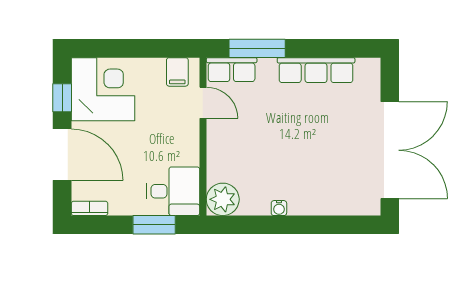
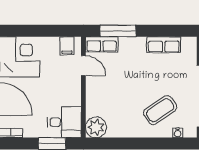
row of seats: (316, 70) -> (164, 45), width x0.68
coffee table: (323, 173) -> (160, 110), added
water cooler: (279, 208) -> (178, 133), moved

